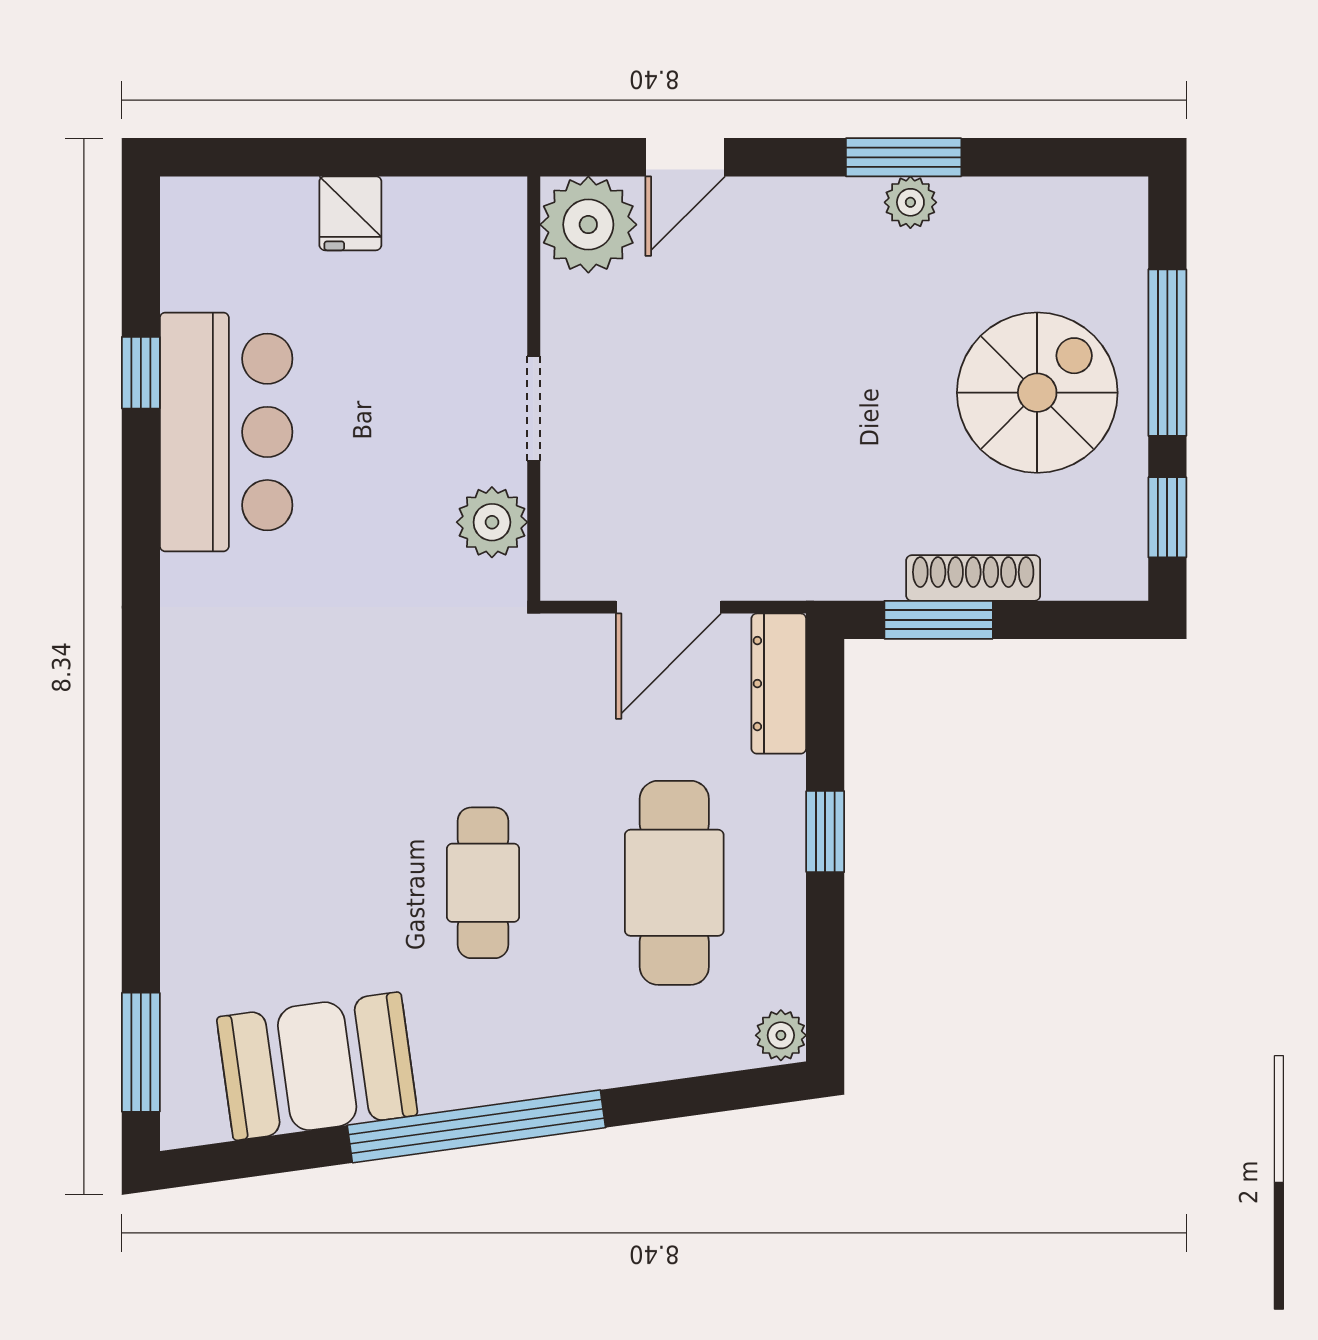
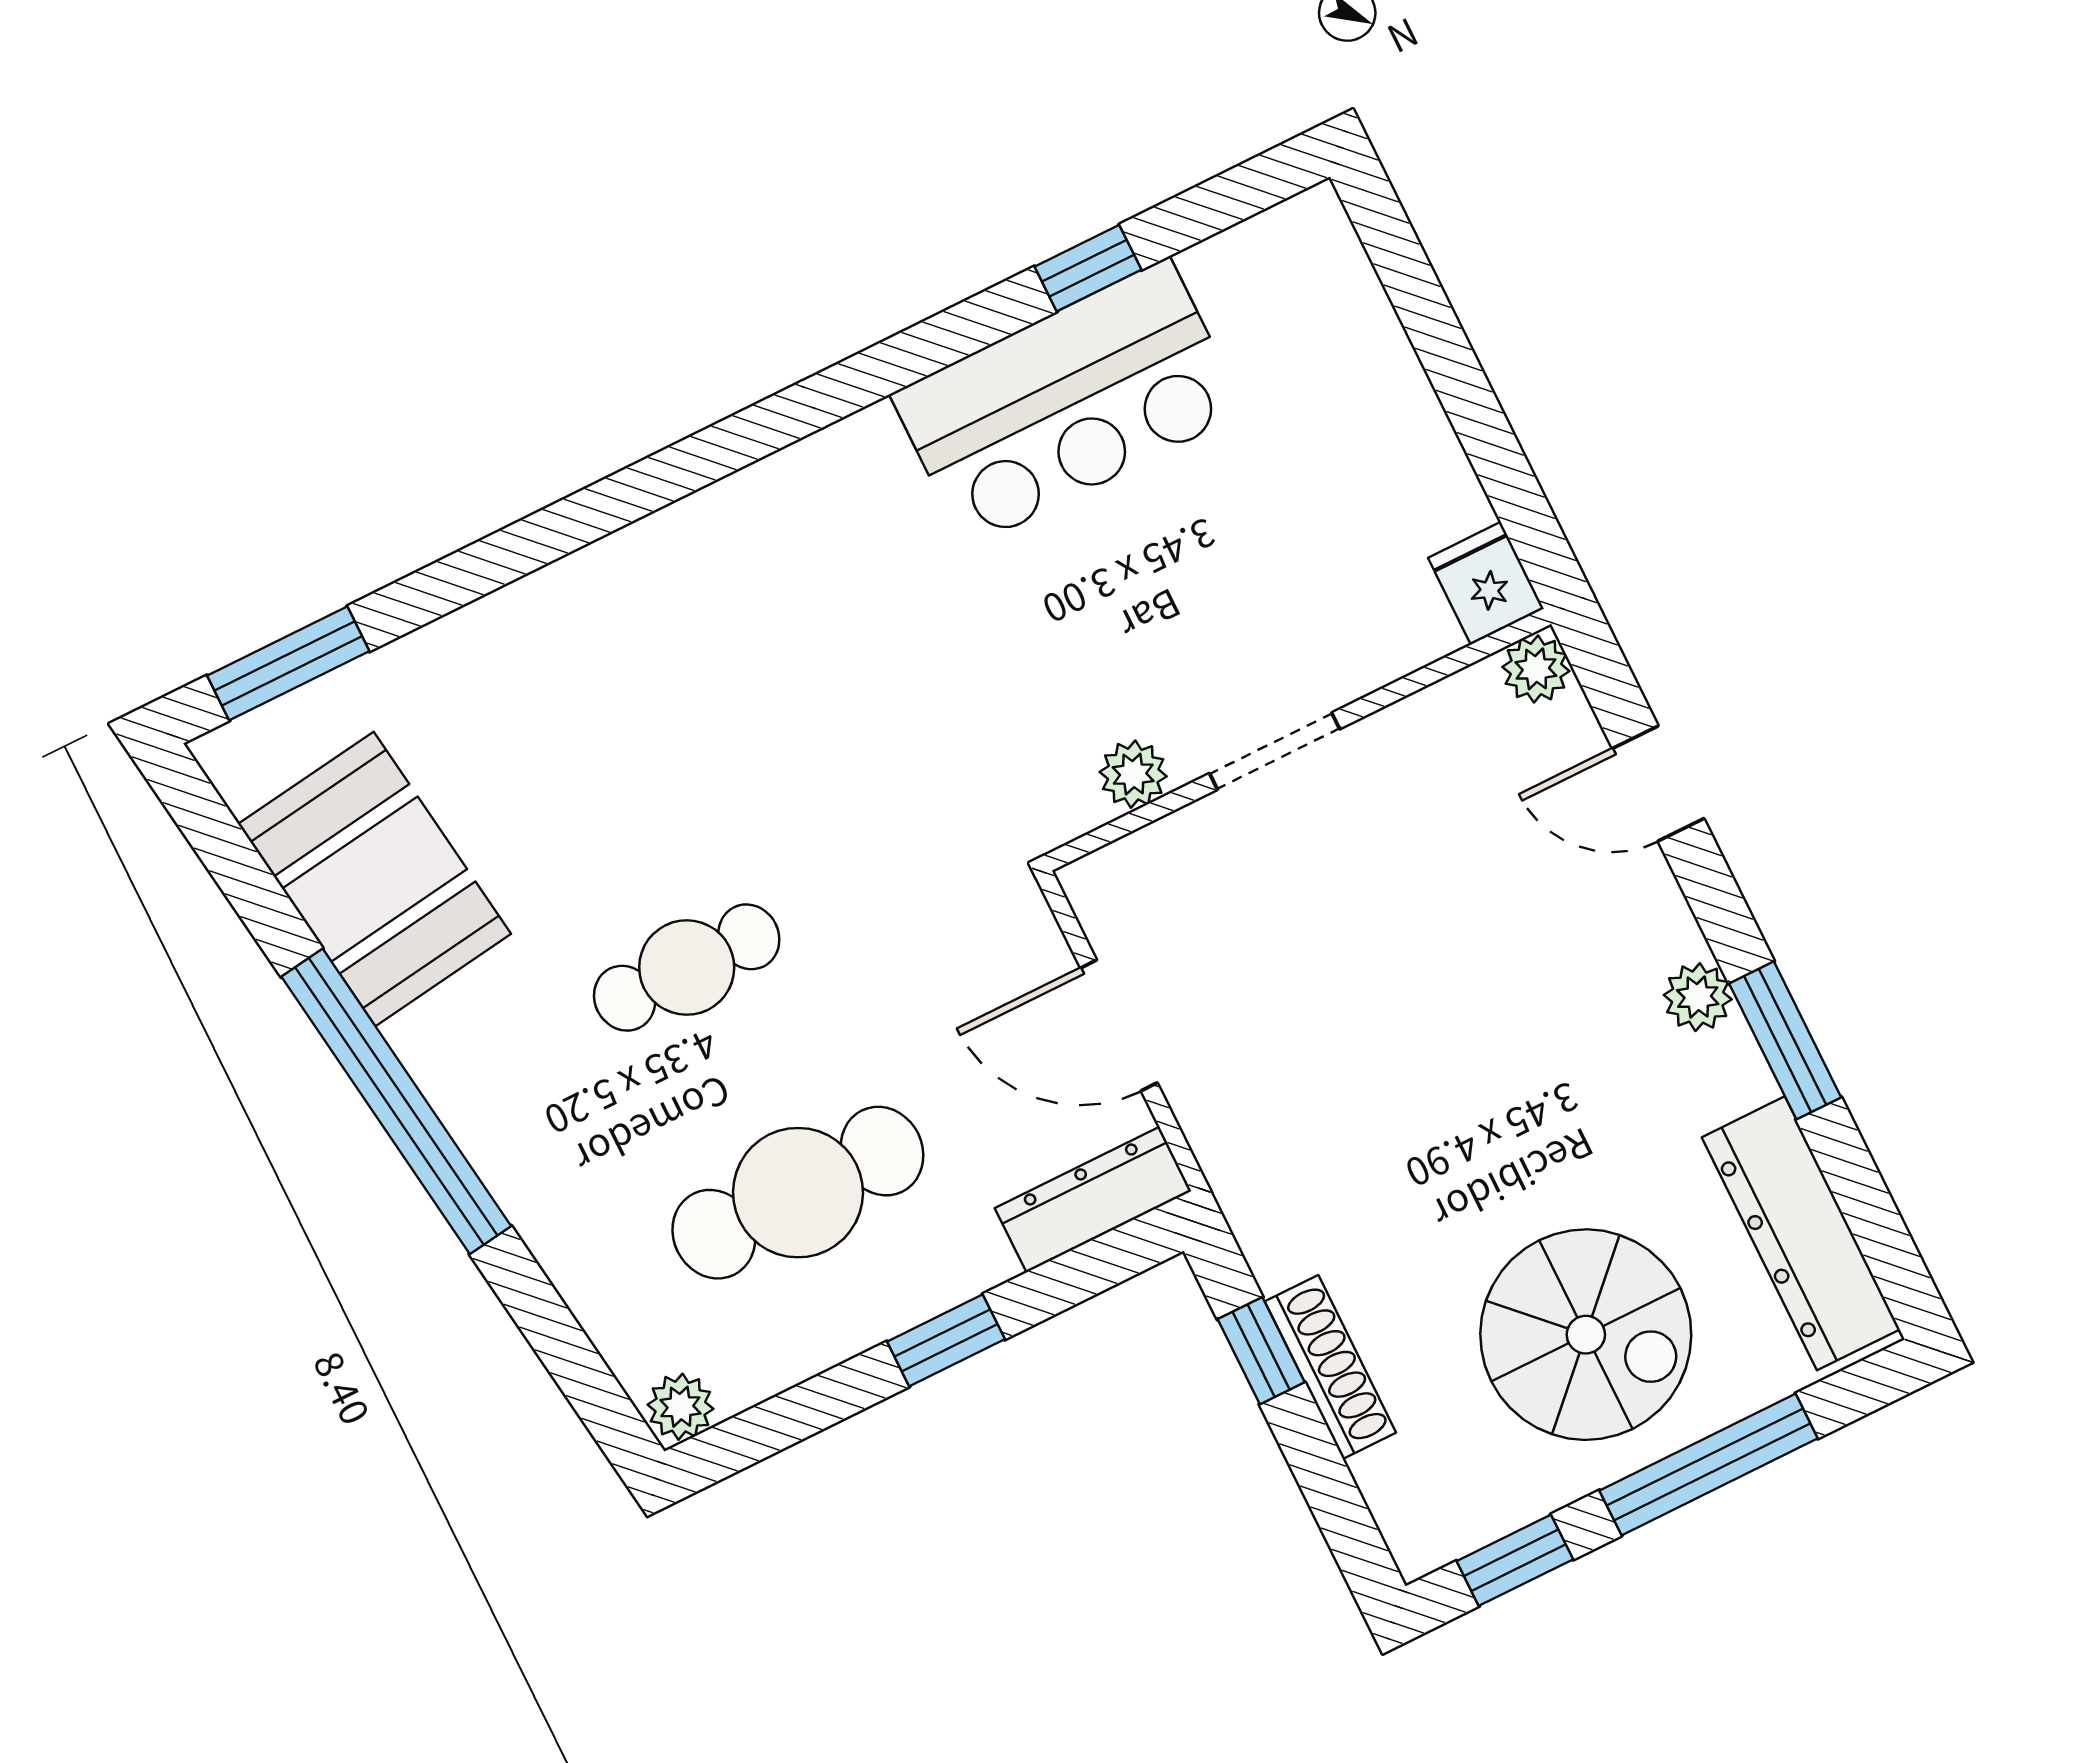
plant: (910, 202) -> (1698, 997), moved
dresser: (1041, 212) -> (1801, 1233), added
fridge: (350, 213) -> (1486, 583), moved, turned 90
plant: (588, 225) -> (1536, 669), width x0.53, depth x0.53
plant: (492, 522) -> (1133, 774), width x0.73, depth x0.73
window: (939, 620) -> (1261, 1351), width x0.67

